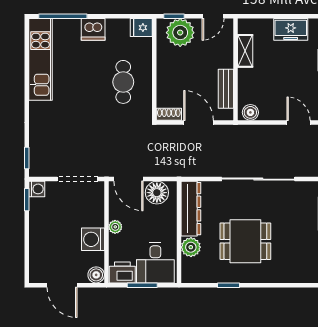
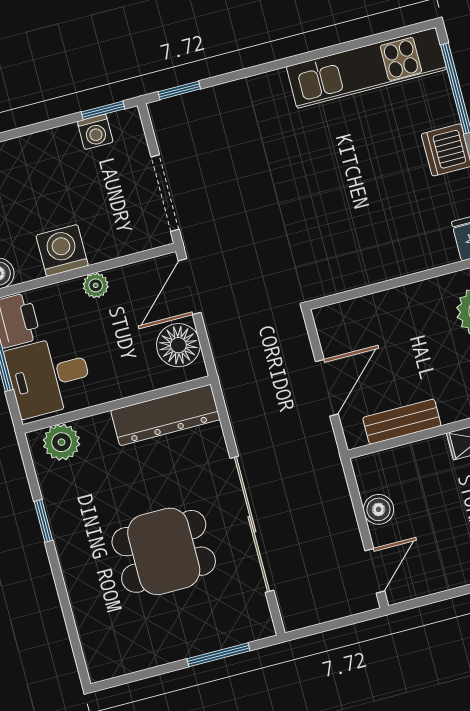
cafe table: (123, 82) -> (365, 230), removed
boiler: (250, 112) -> (379, 509), moved
shoe rack: (169, 114) -> (328, 329), removed
washing machine: (37, 189) -> (95, 132), moved
dining table: (245, 241) -> (164, 551), moved, turned 90
plant: (191, 247) -> (62, 442), moved

